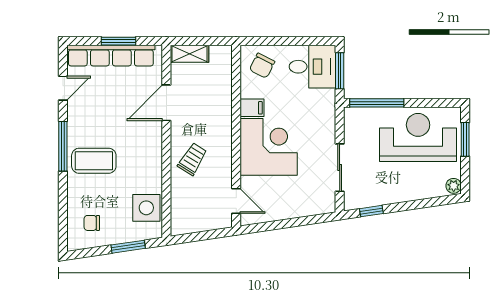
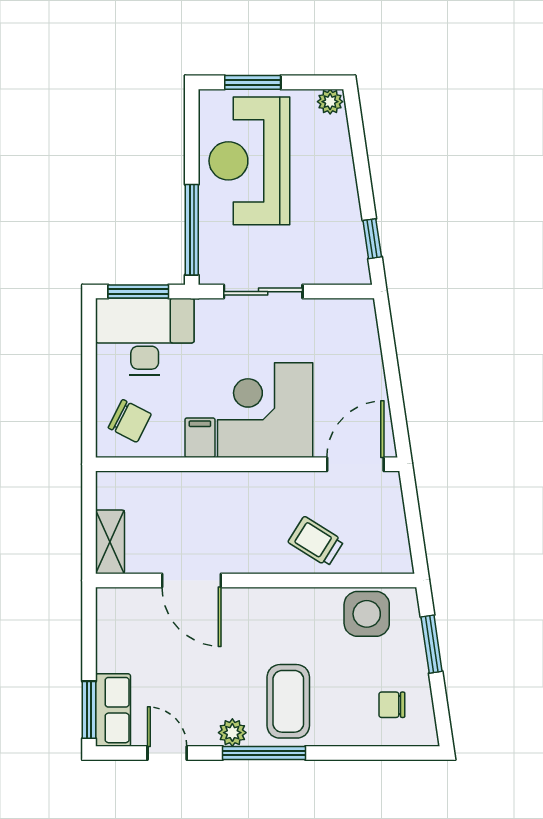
window: (119, 41) -> (89, 710), moved
row of seats: (111, 56) -> (113, 710), width x0.50
desk: (312, 67) -> (145, 337), width x1.37
plant: (75, 127) -> (232, 733), added
trolley: (192, 159) -> (316, 542), moved
sliding door: (340, 168) -> (263, 292), moved
door: (236, 201) -> (355, 464), width x1.37
chair: (92, 223) -> (392, 705), turned 90

